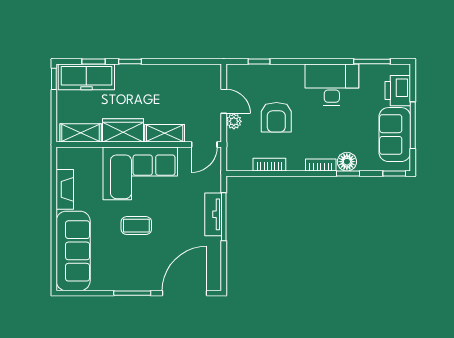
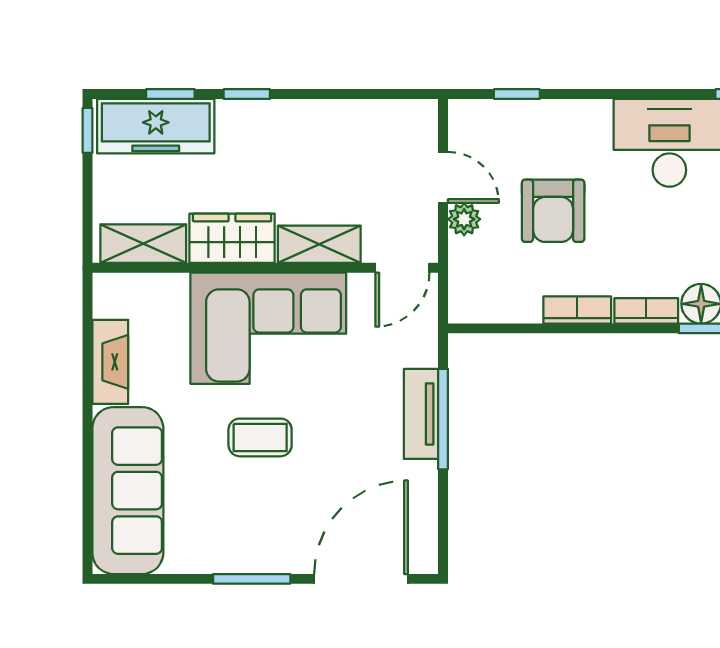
bookcase: (269, 165) -> (577, 310), moved

